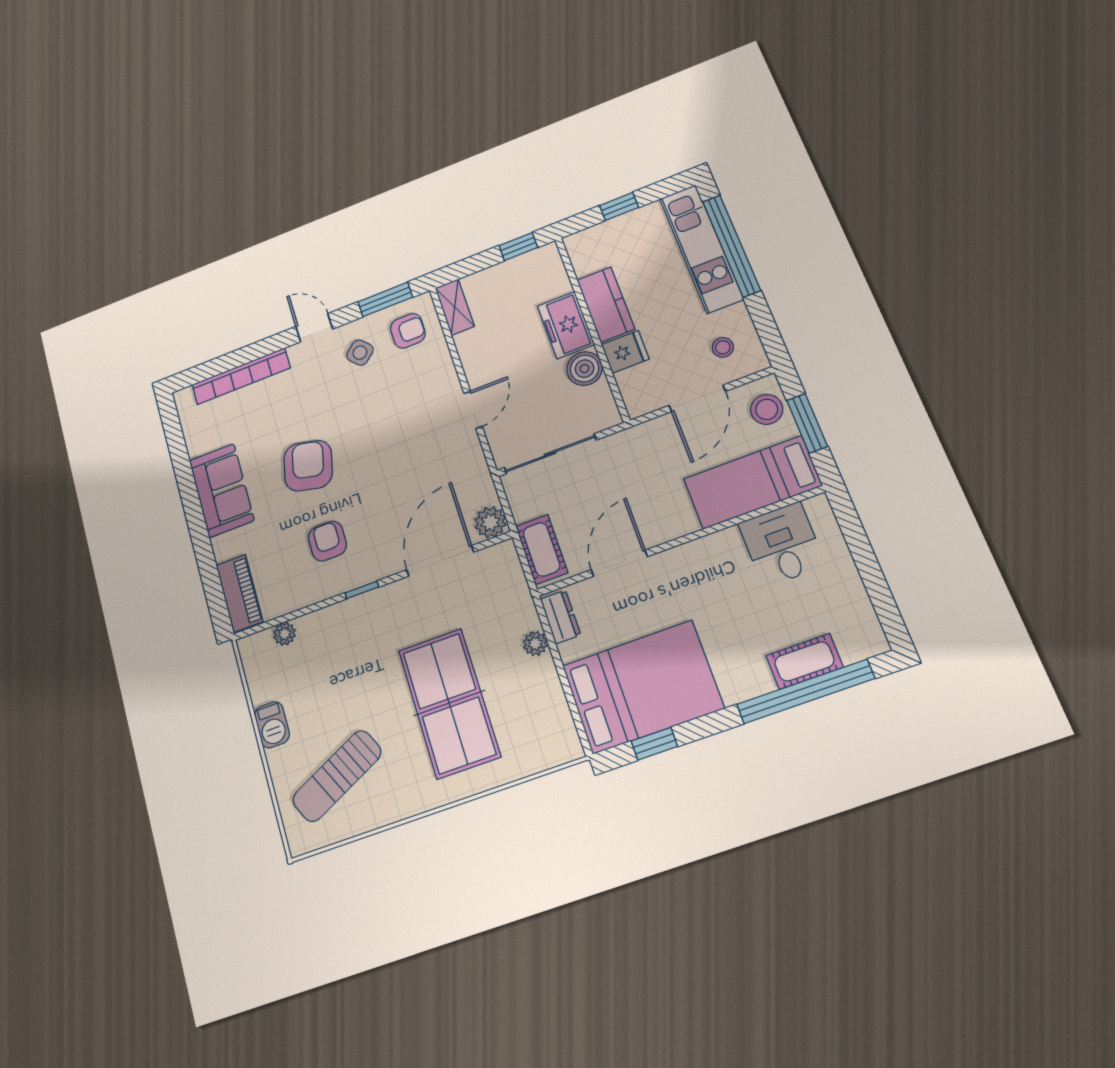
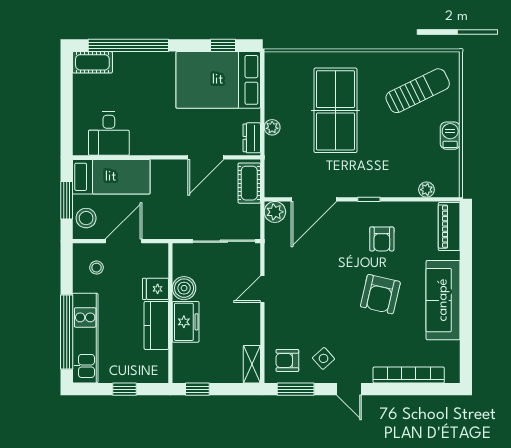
sofa: (222, 490) -> (443, 300), width x1.36
cot: (804, 661) -> (92, 62), moved

